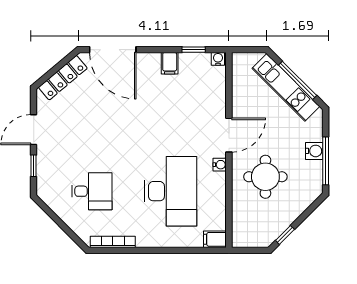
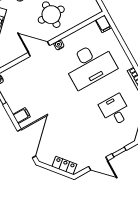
filing cabinet: (170, 63) -> (22, 116), moved
locker: (63, 78) -> (64, 165), width x0.66
desk: (171, 191) -> (90, 65), turned 180

